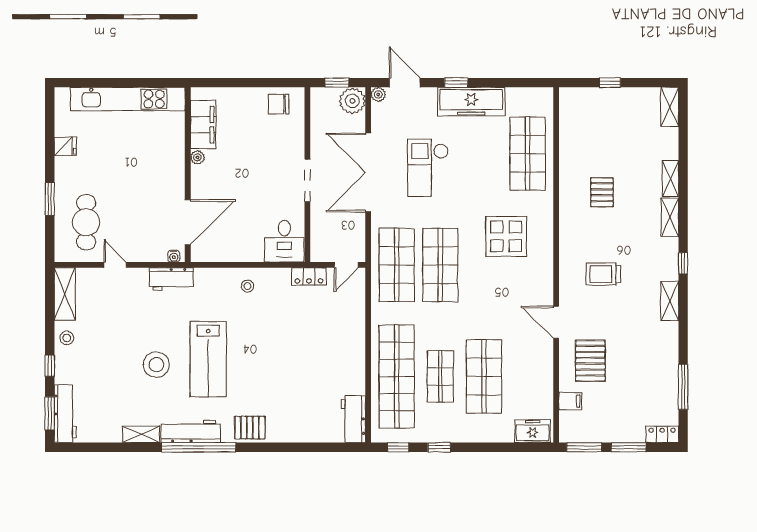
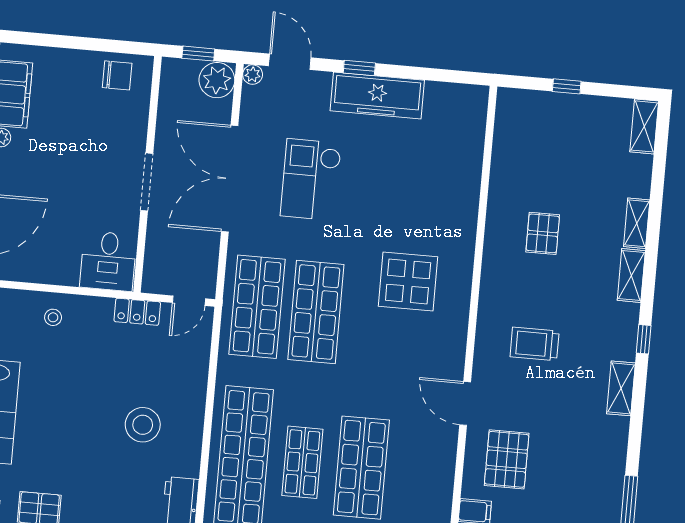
chair: (279, 104) -> (117, 75), turned 180
shop shelf: (528, 154) -> (447, 172), removed
stool: (320, 359) -> (143, 425), added

